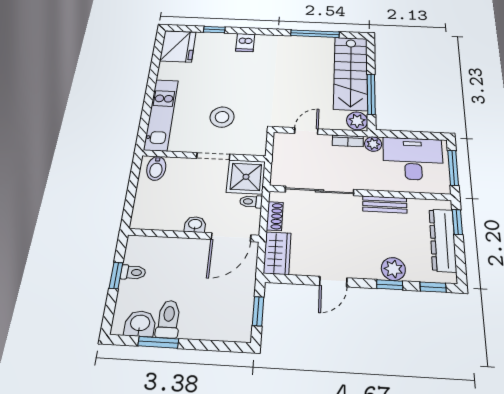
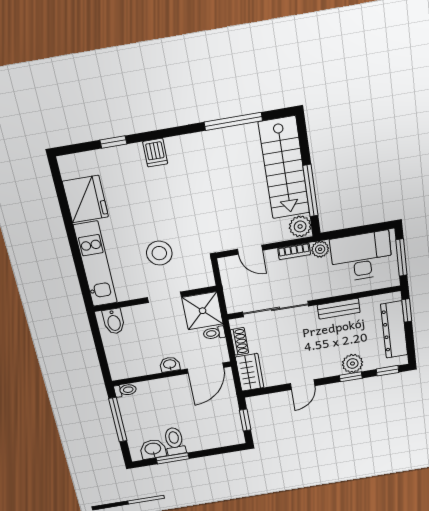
fridge: (178, 46) -> (85, 199), moved
door: (306, 131) -> (250, 250), swing flipped
toilet: (133, 272) -> (125, 390), moved
window: (116, 276) -> (118, 420), width x2.17

